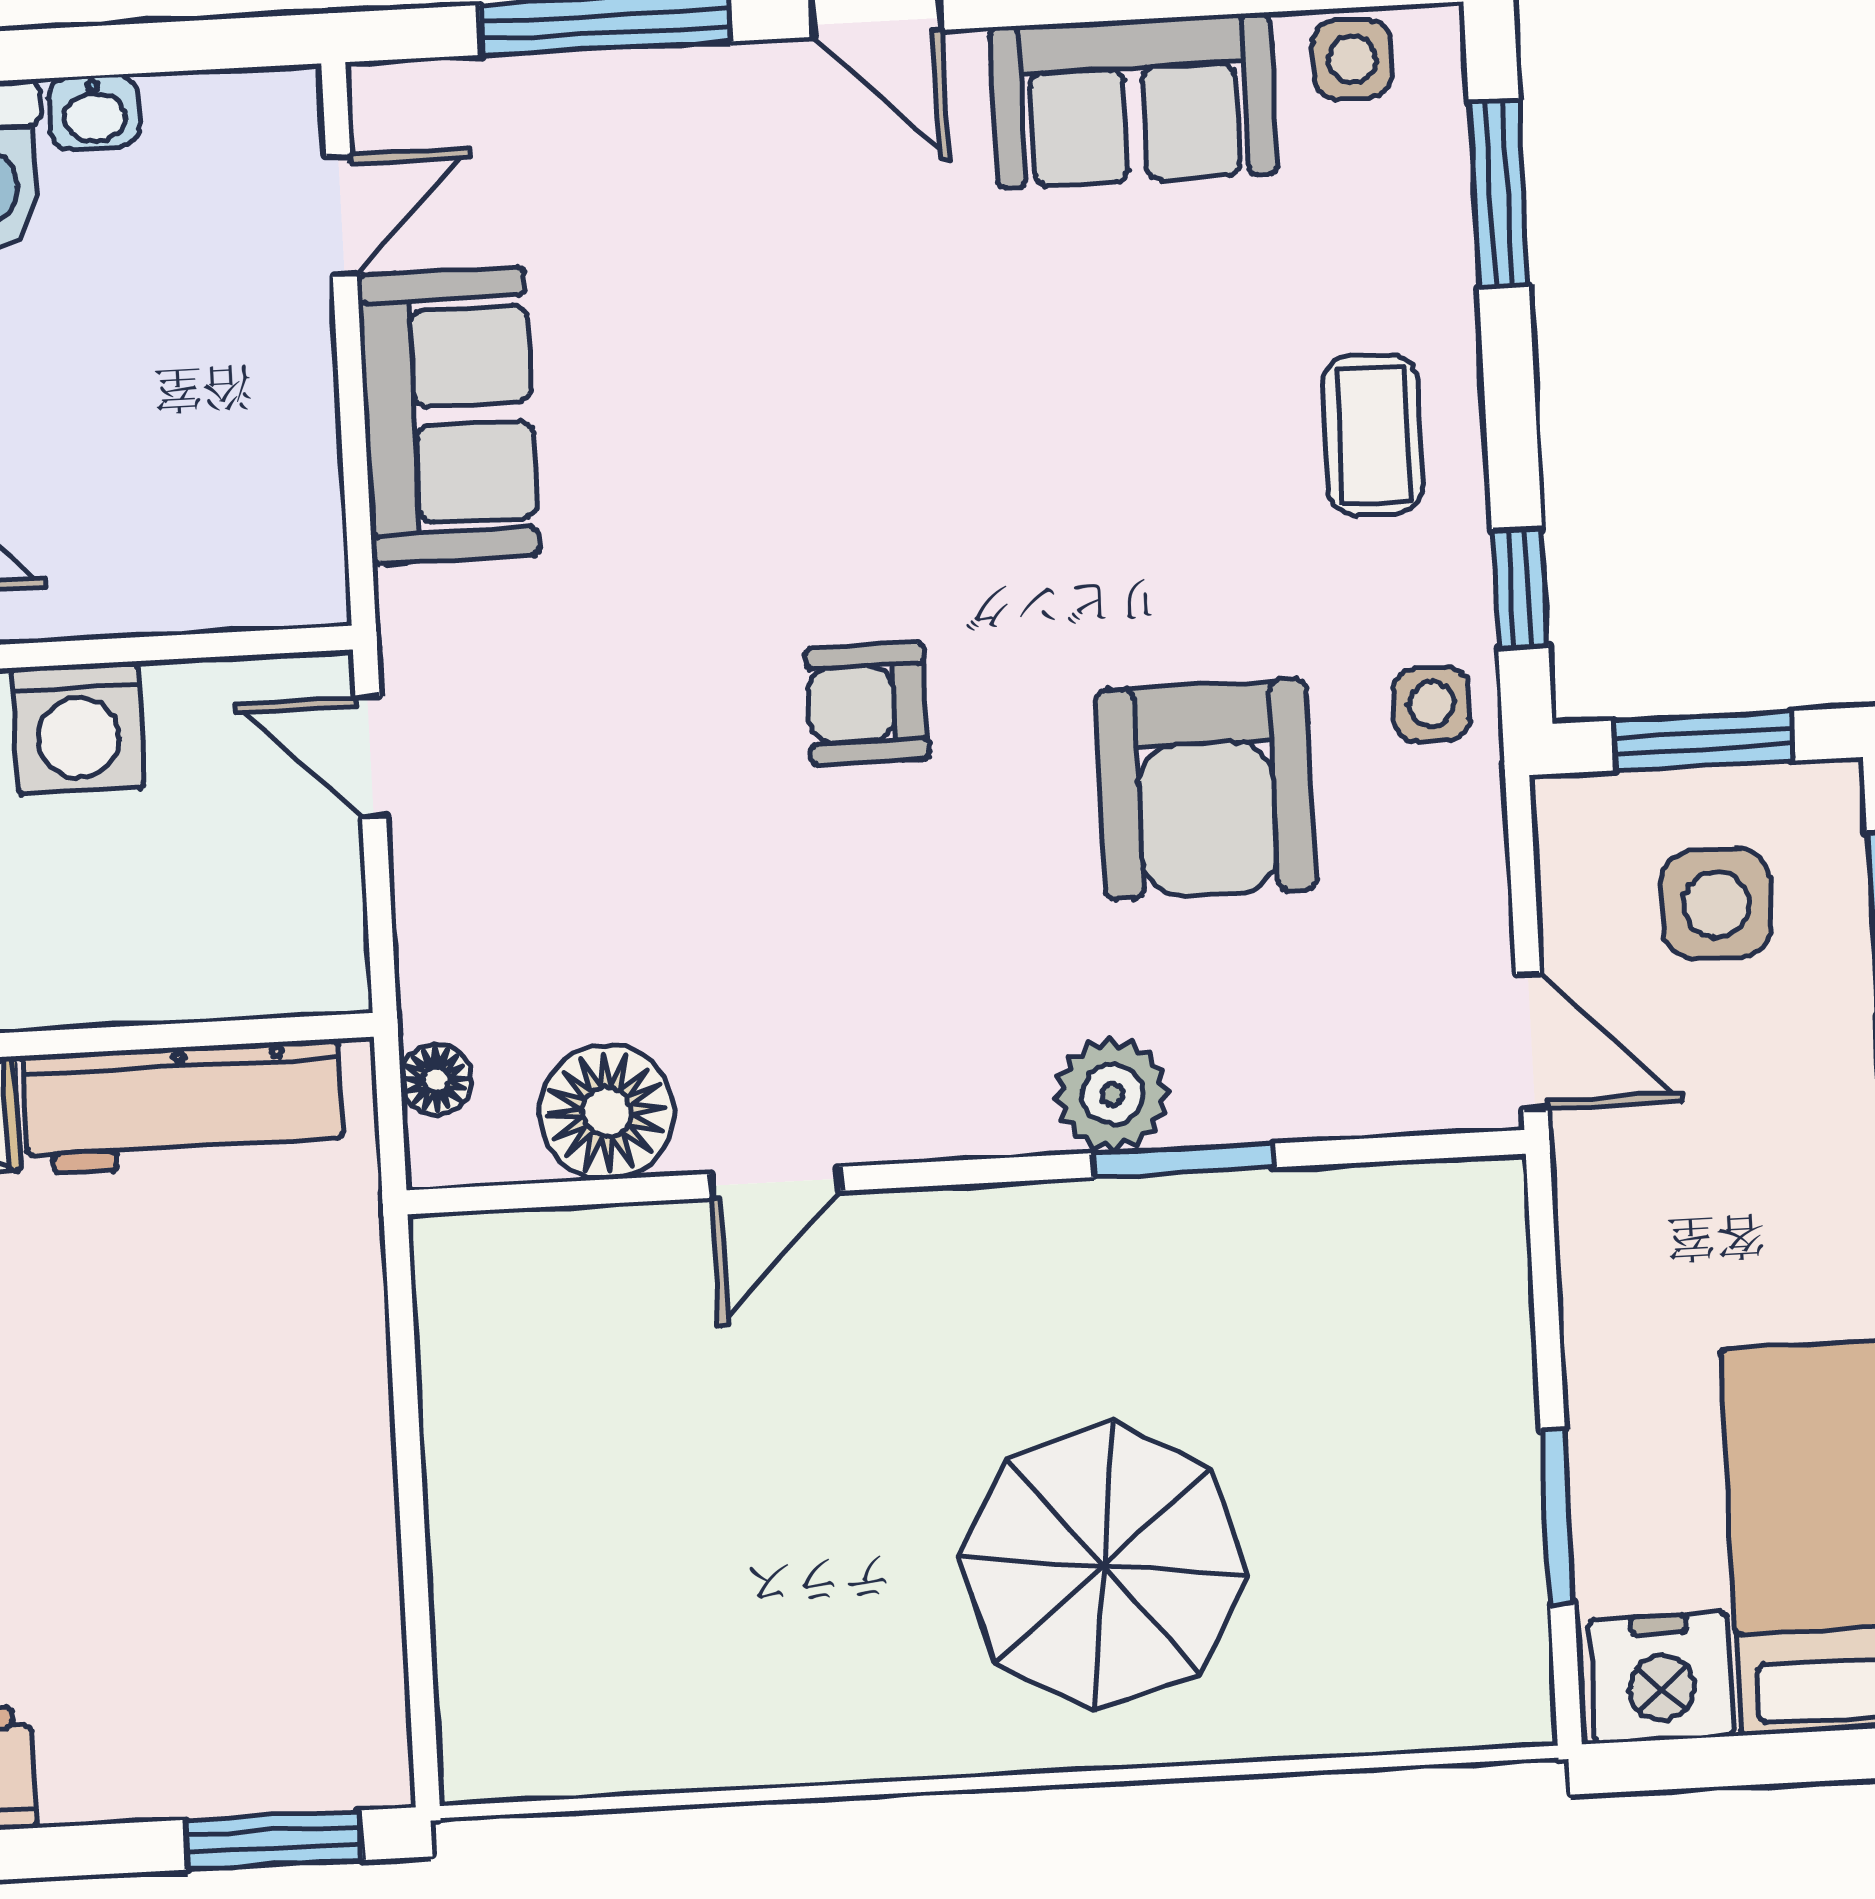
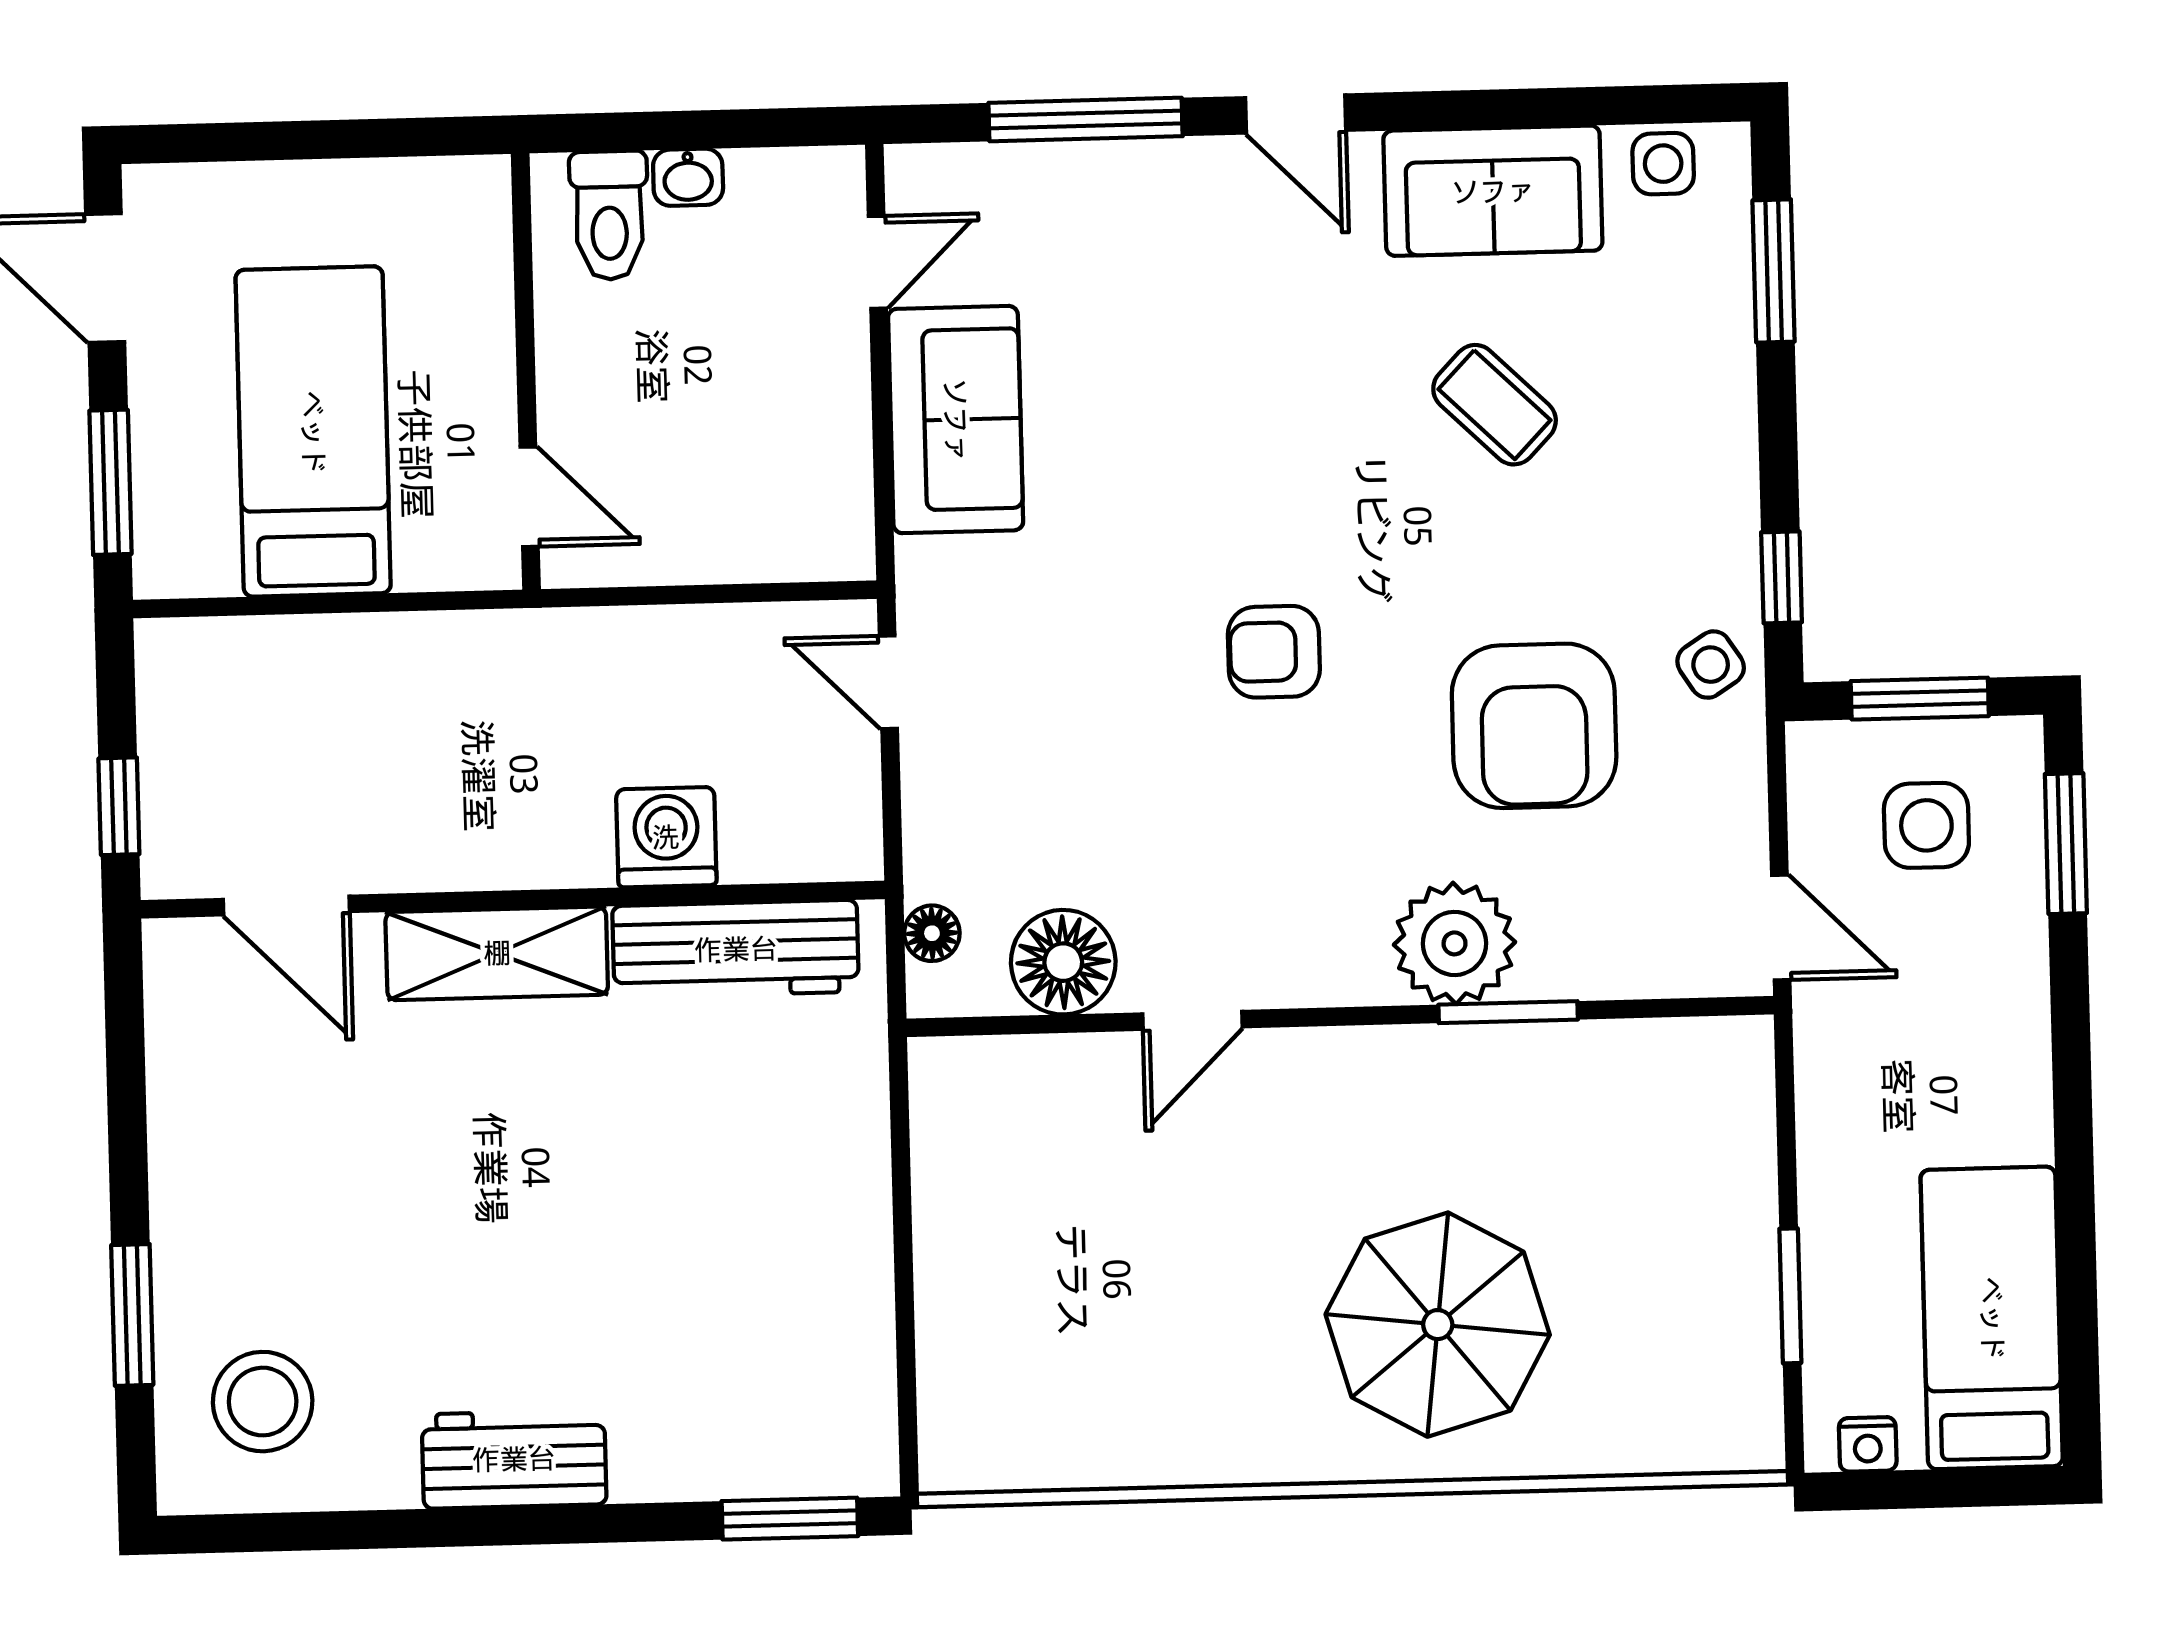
coffee table: (1373, 435) -> (1495, 405), moved, turned -46
side table: (1432, 704) -> (1711, 665), turned -33
washing machine: (78, 728) -> (666, 837), moved, turned 180
plant: (1112, 1094) -> (1455, 943), width x1.36, depth x1.36
nightstand: (1661, 1678) -> (1868, 1444), width x0.53, depth x0.56

